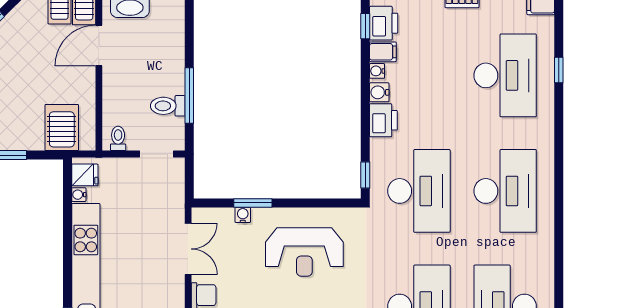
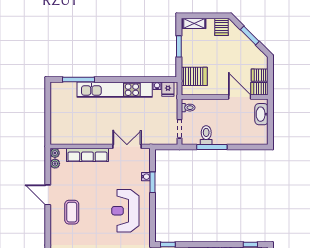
double door: (188, 249) -> (127, 146), swing flipped

